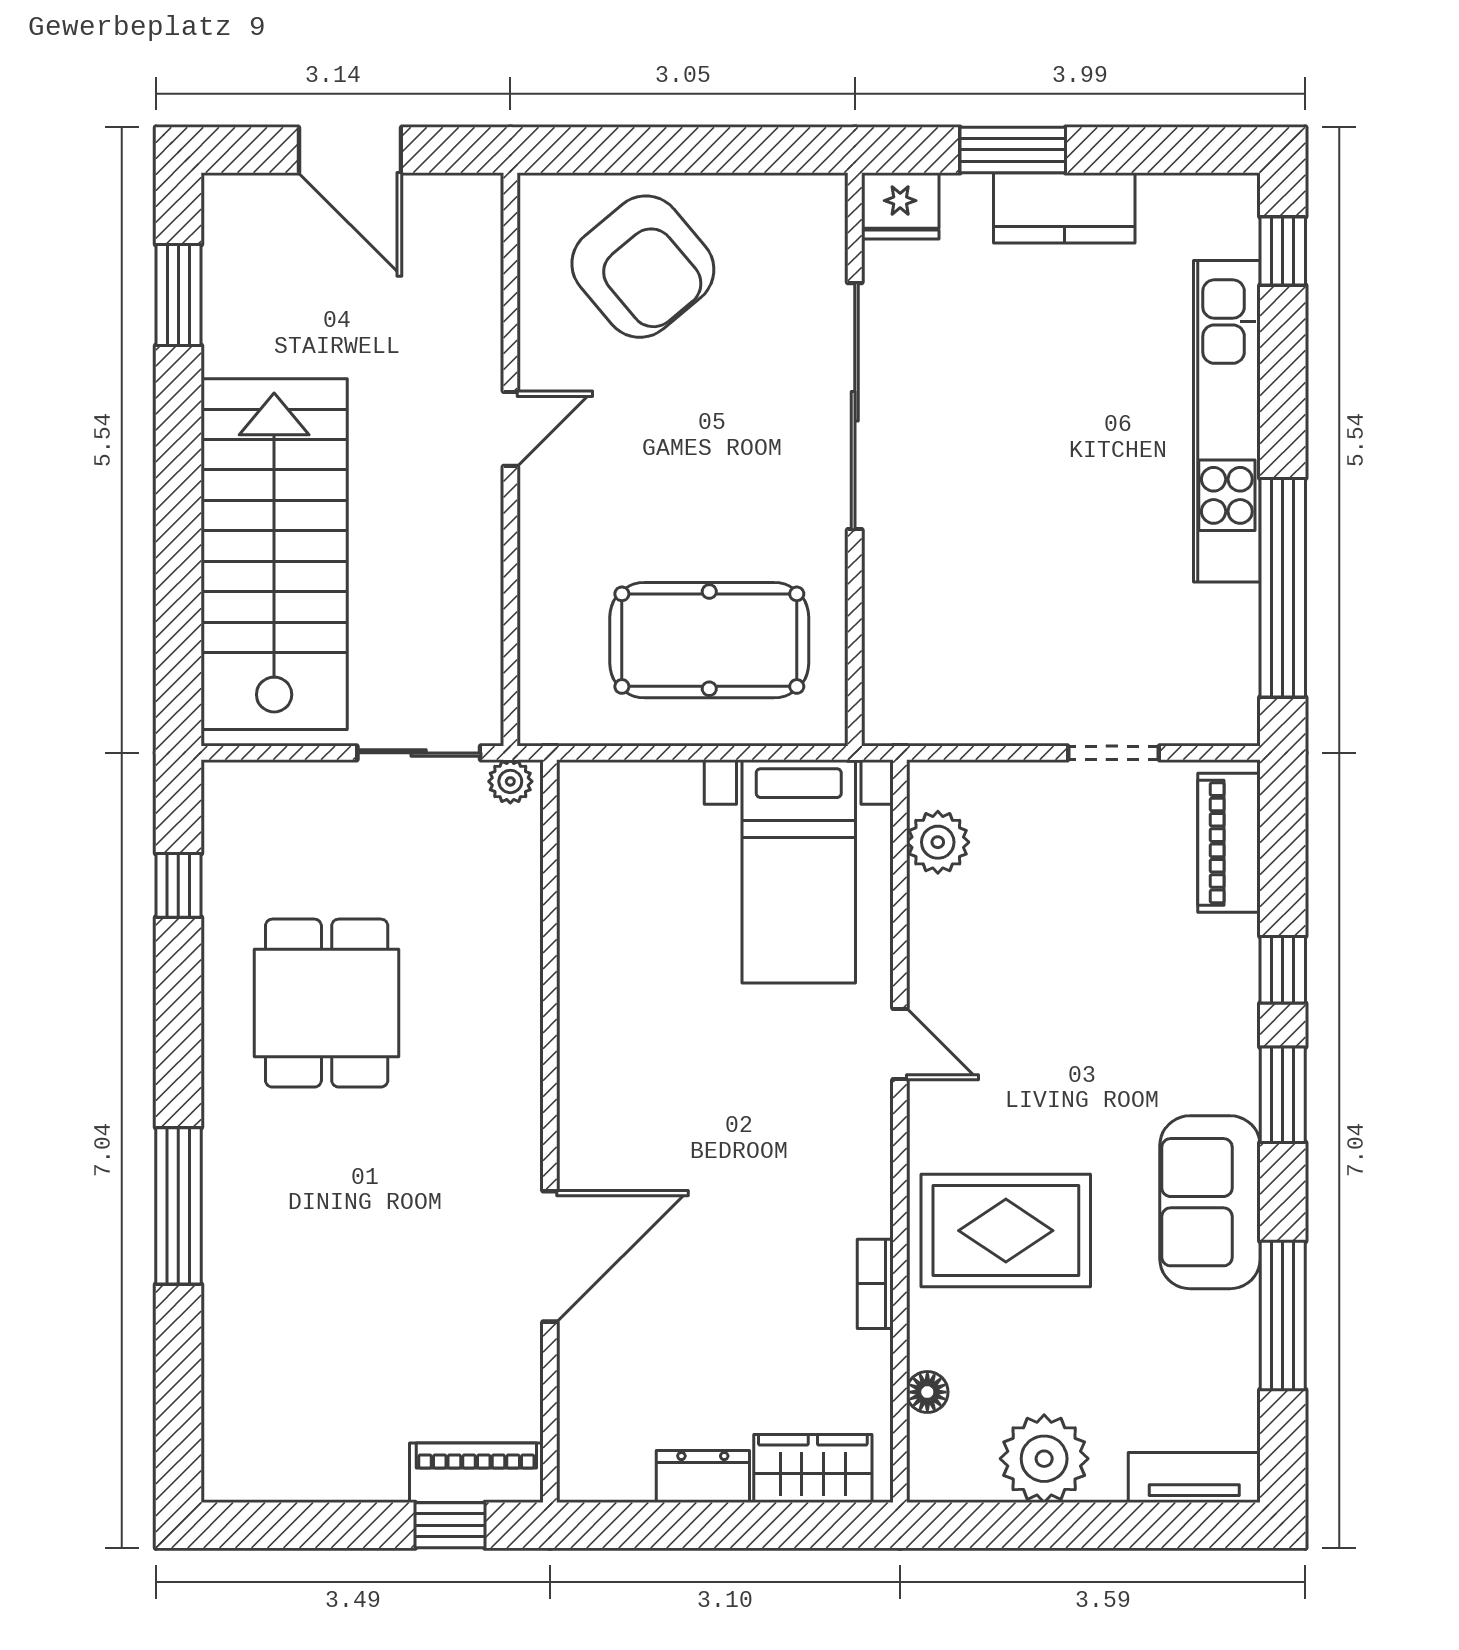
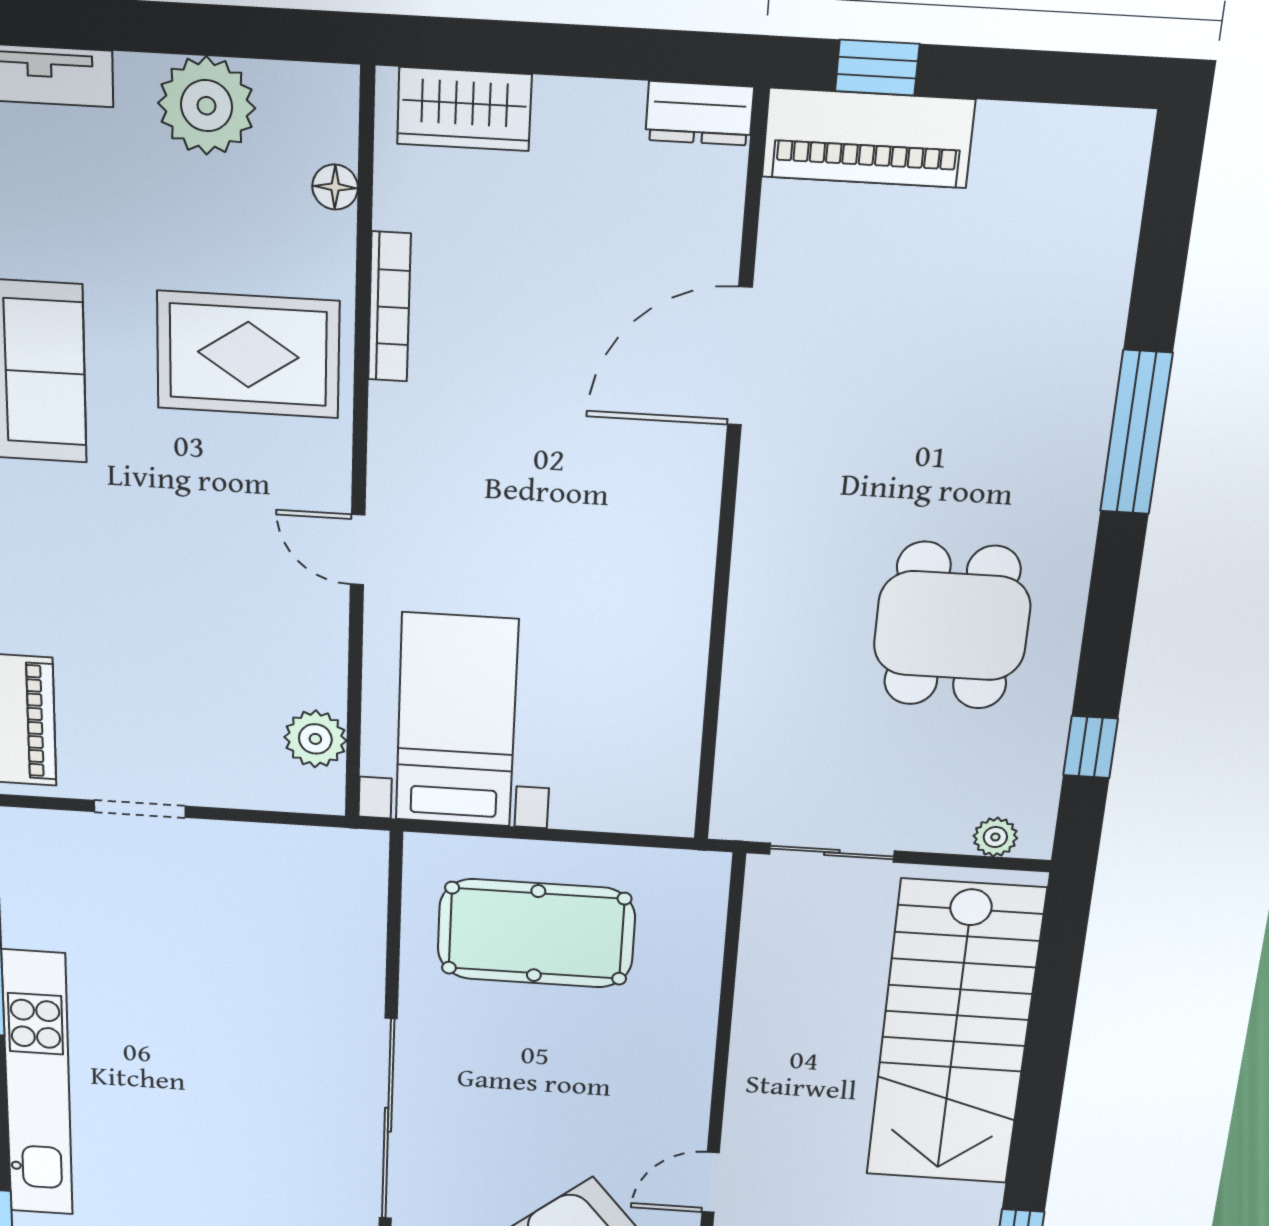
door: (510, 429) -> (711, 1182), moved
plant: (510, 781) -> (995, 837), moved
bookcase: (875, 1284) -> (389, 307), width x1.56
piano: (476, 1473) -> (868, 138), width x1.37, depth x1.33
dresser: (703, 1476) -> (699, 113), moved

